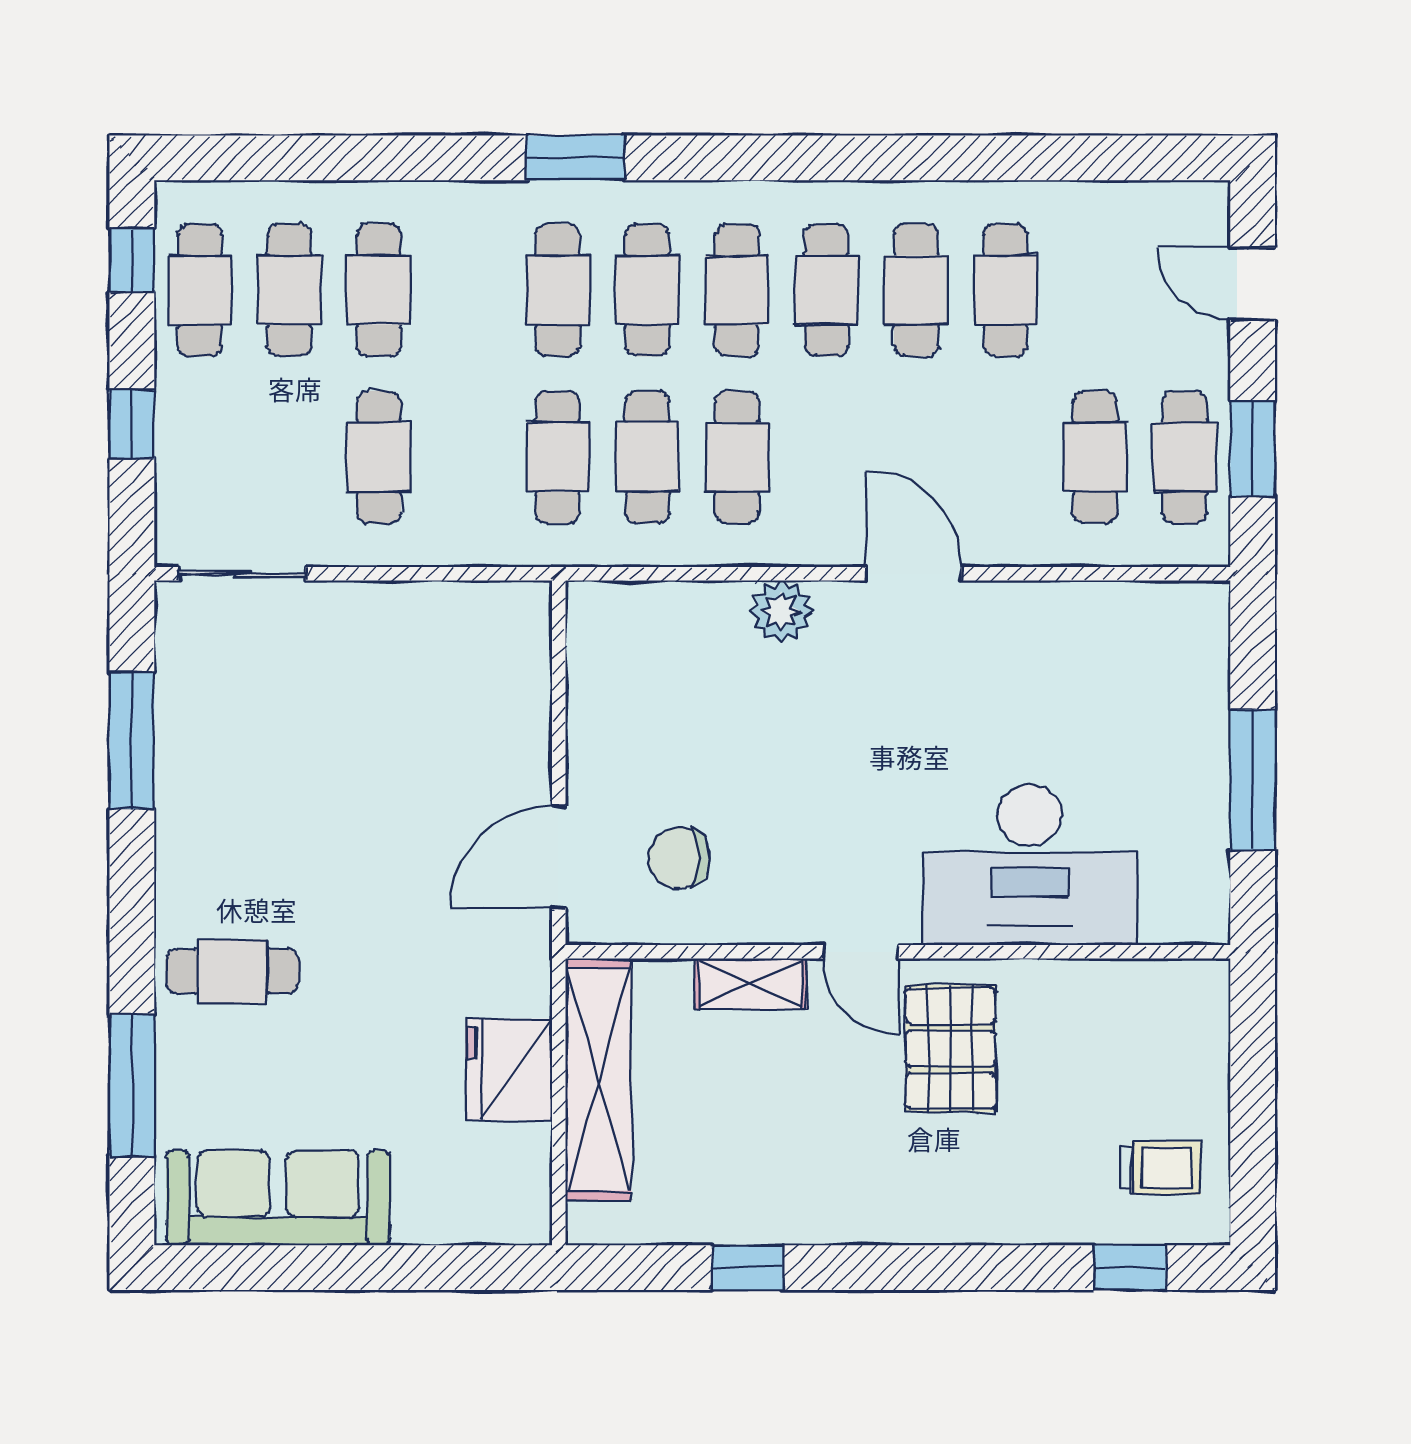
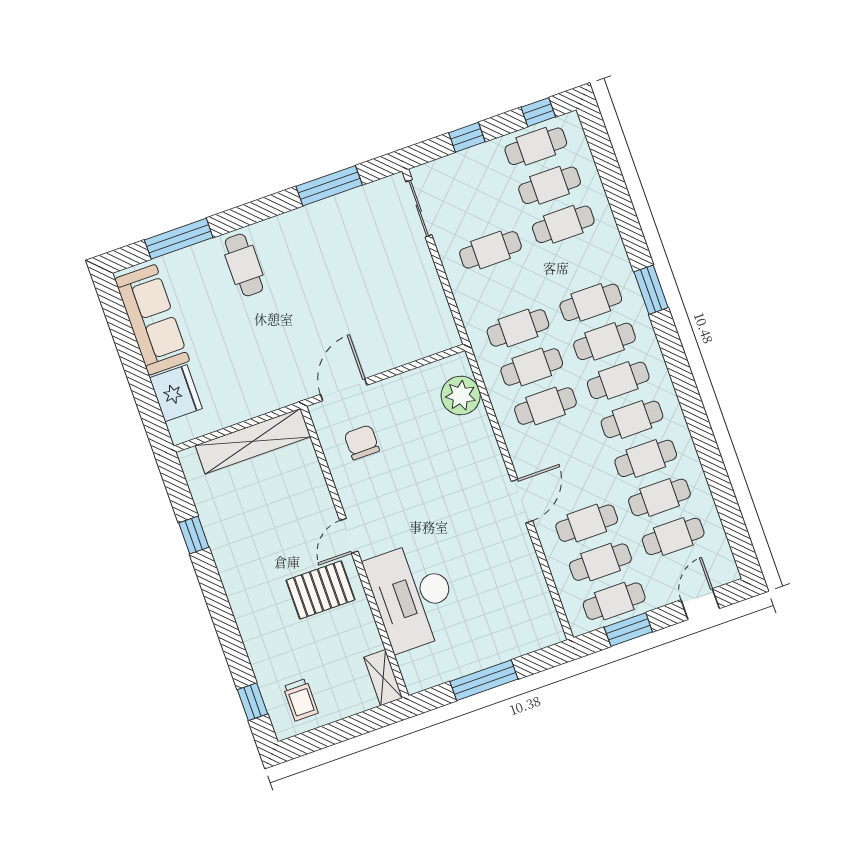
cafe table: (1095, 290) -> (673, 536), added
cafe table: (1005, 457) -> (587, 523), added
plant: (781, 611) -> (461, 395), moved, width x1.36, depth x1.36
door: (559, 857) -> (344, 390), hinge flipped
shelving: (750, 984) -> (383, 678), moved
fridge: (509, 1069) -> (176, 393), moved, turned 90

